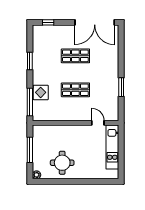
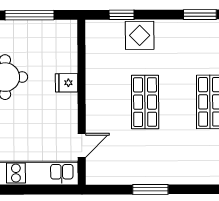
window: (30, 102) -> (122, 15), width x0.46
fridge: (65, 131) -> (67, 83), added

